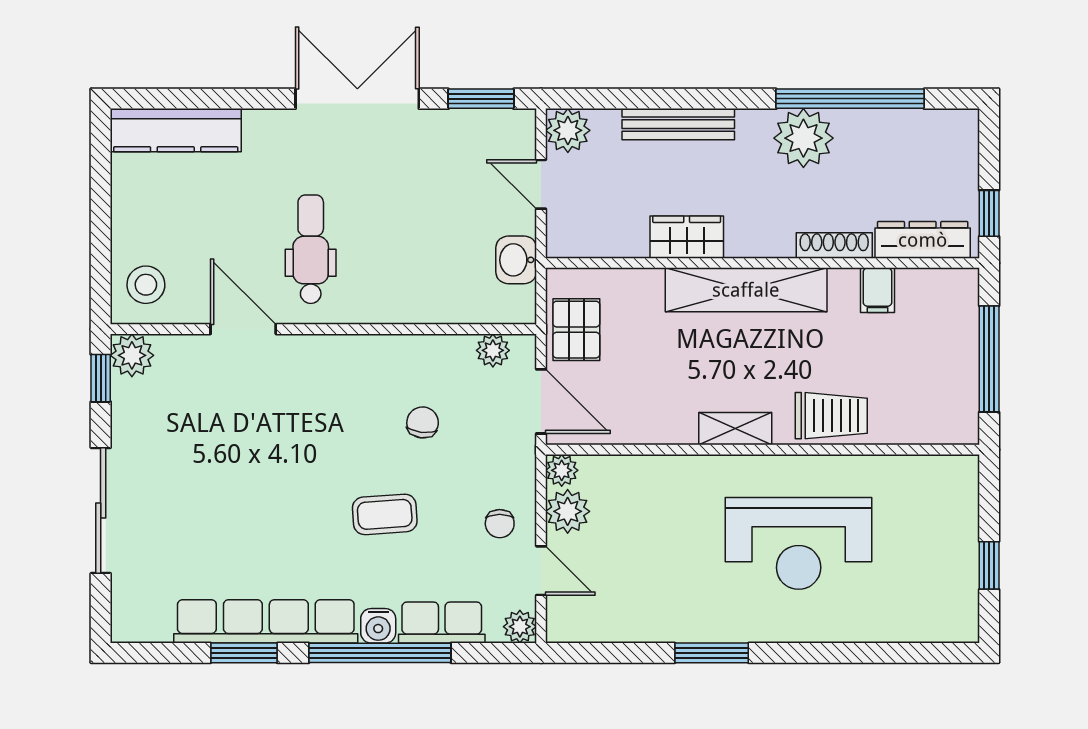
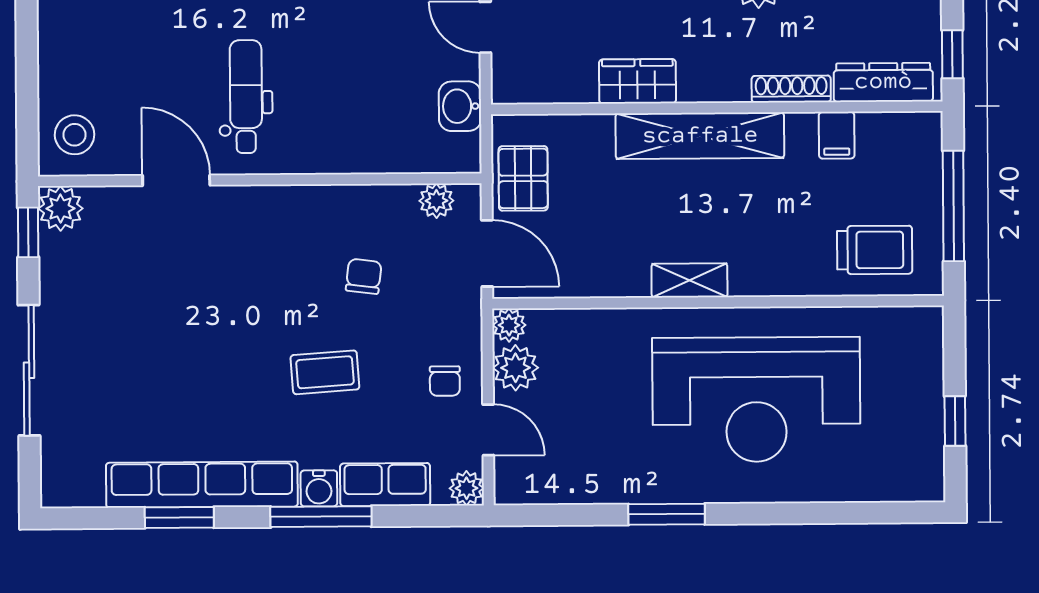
trolley: (831, 416) -> (875, 250), moved
reception desk: (799, 543) -> (756, 400), width x1.36, depth x1.30
window: (380, 653) -> (321, 517), width x0.68

